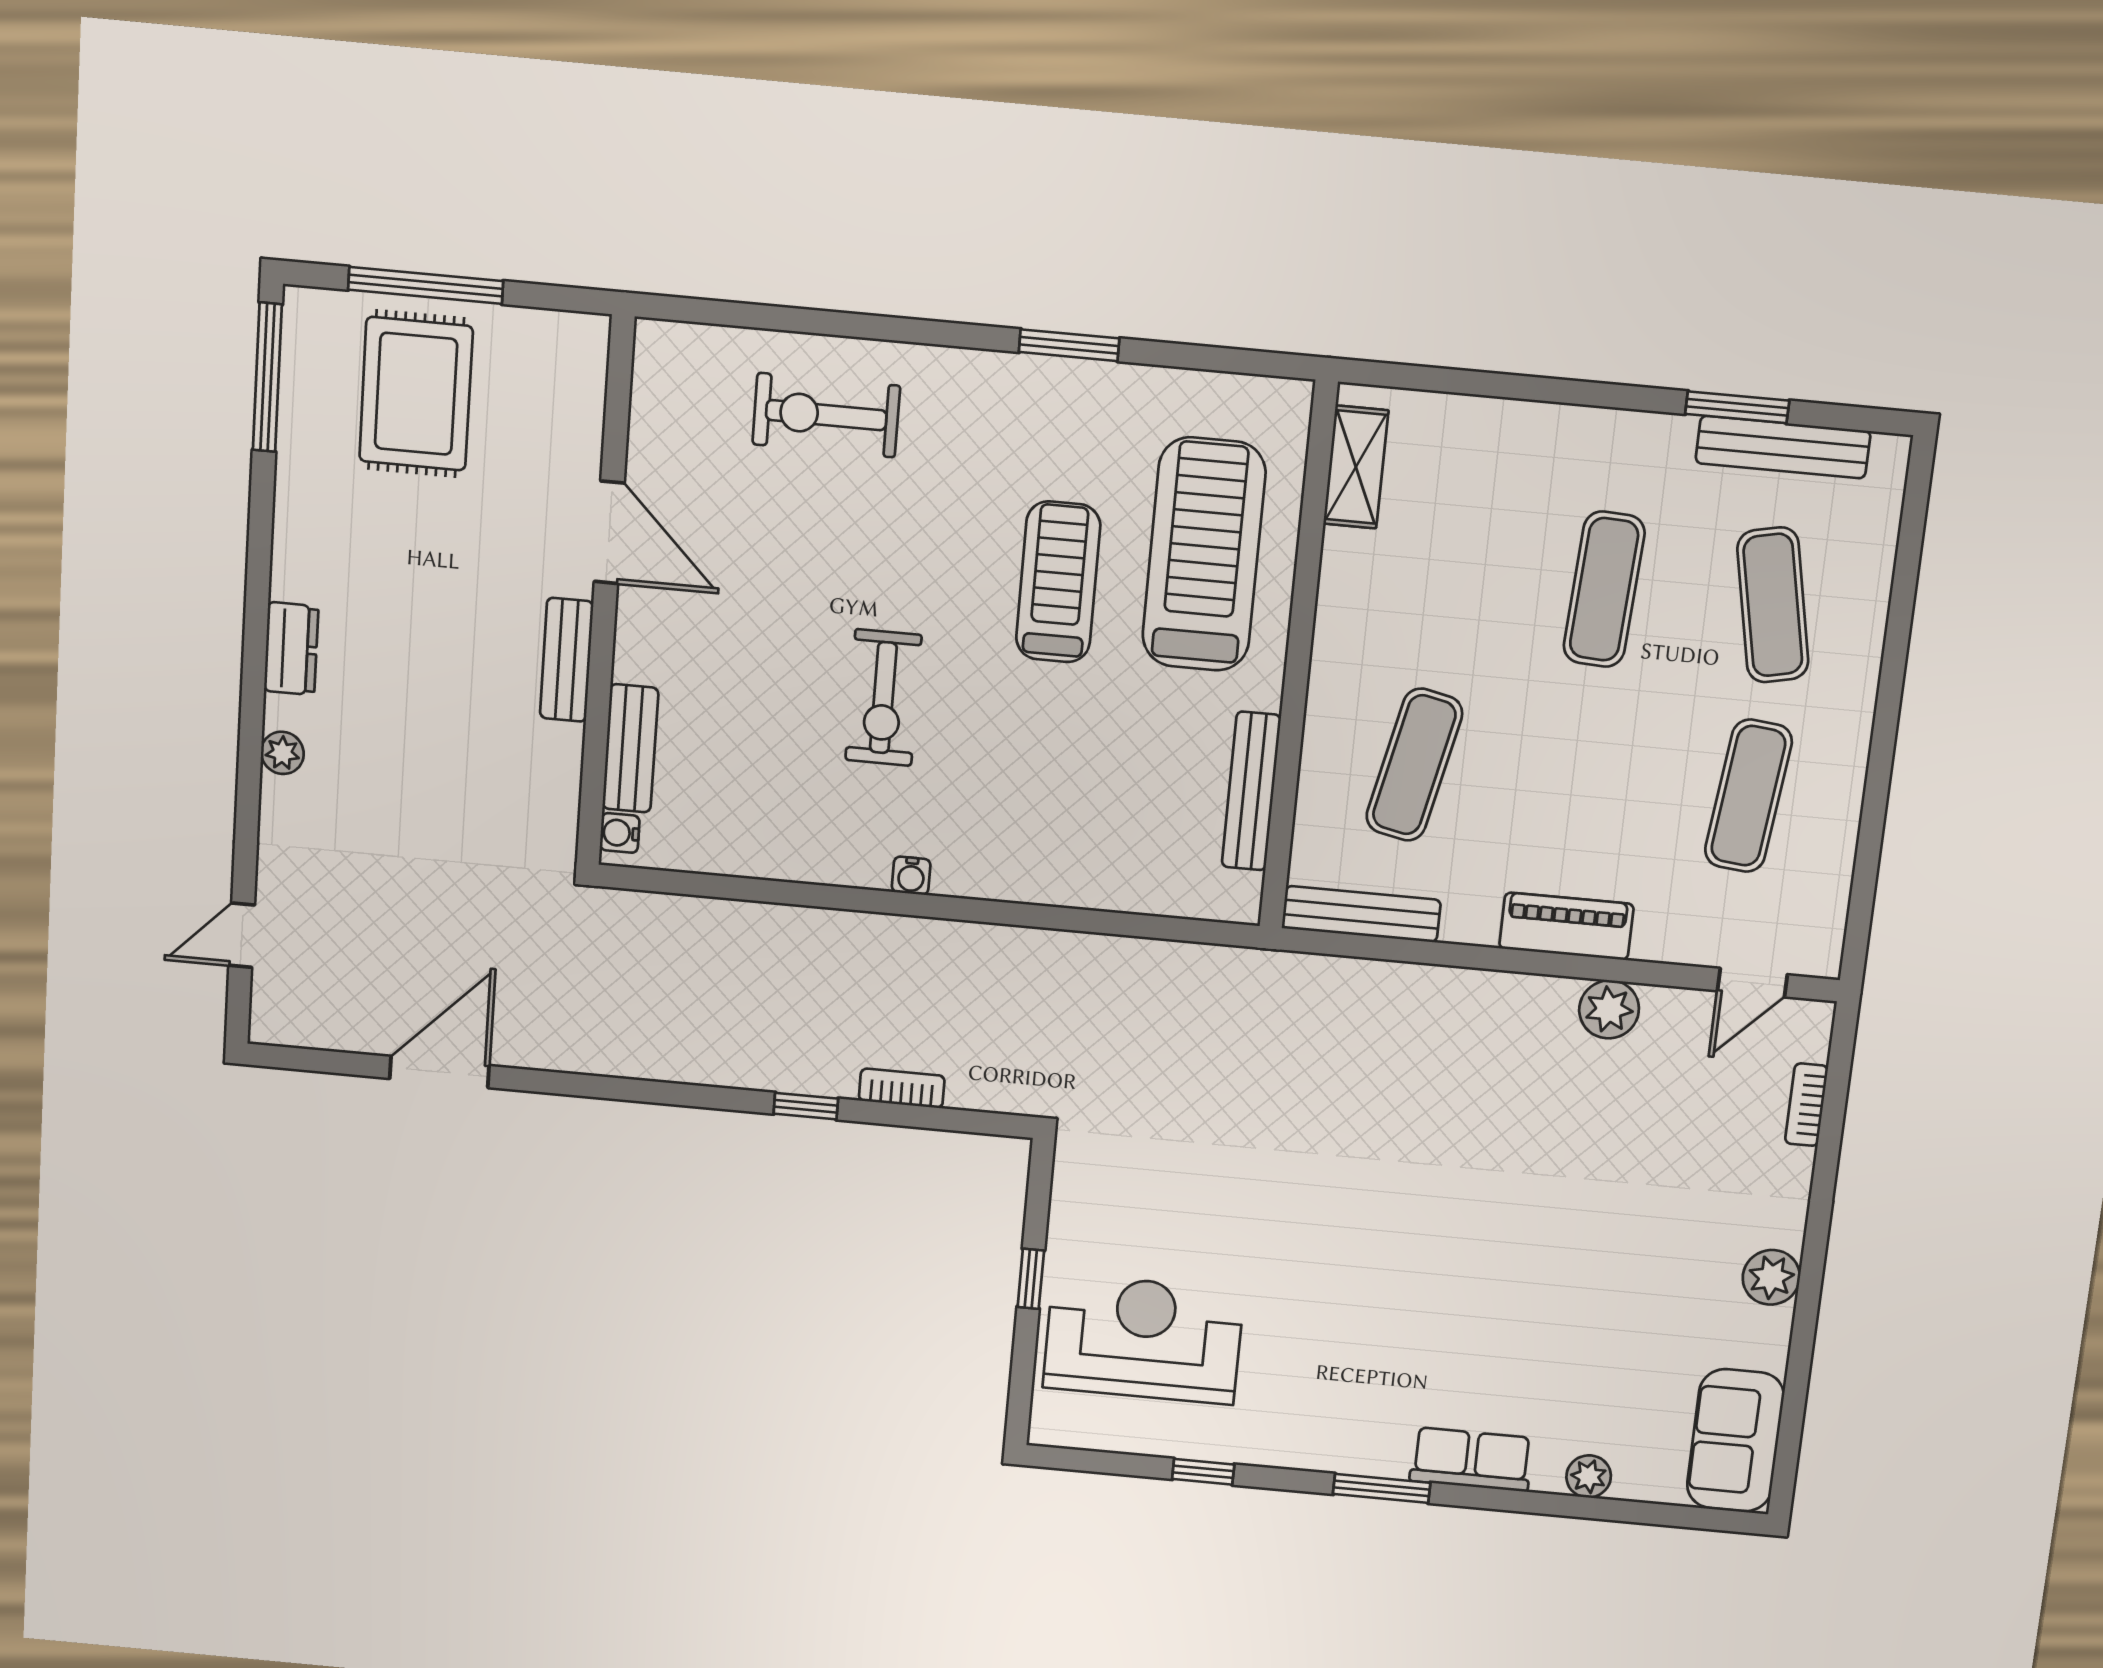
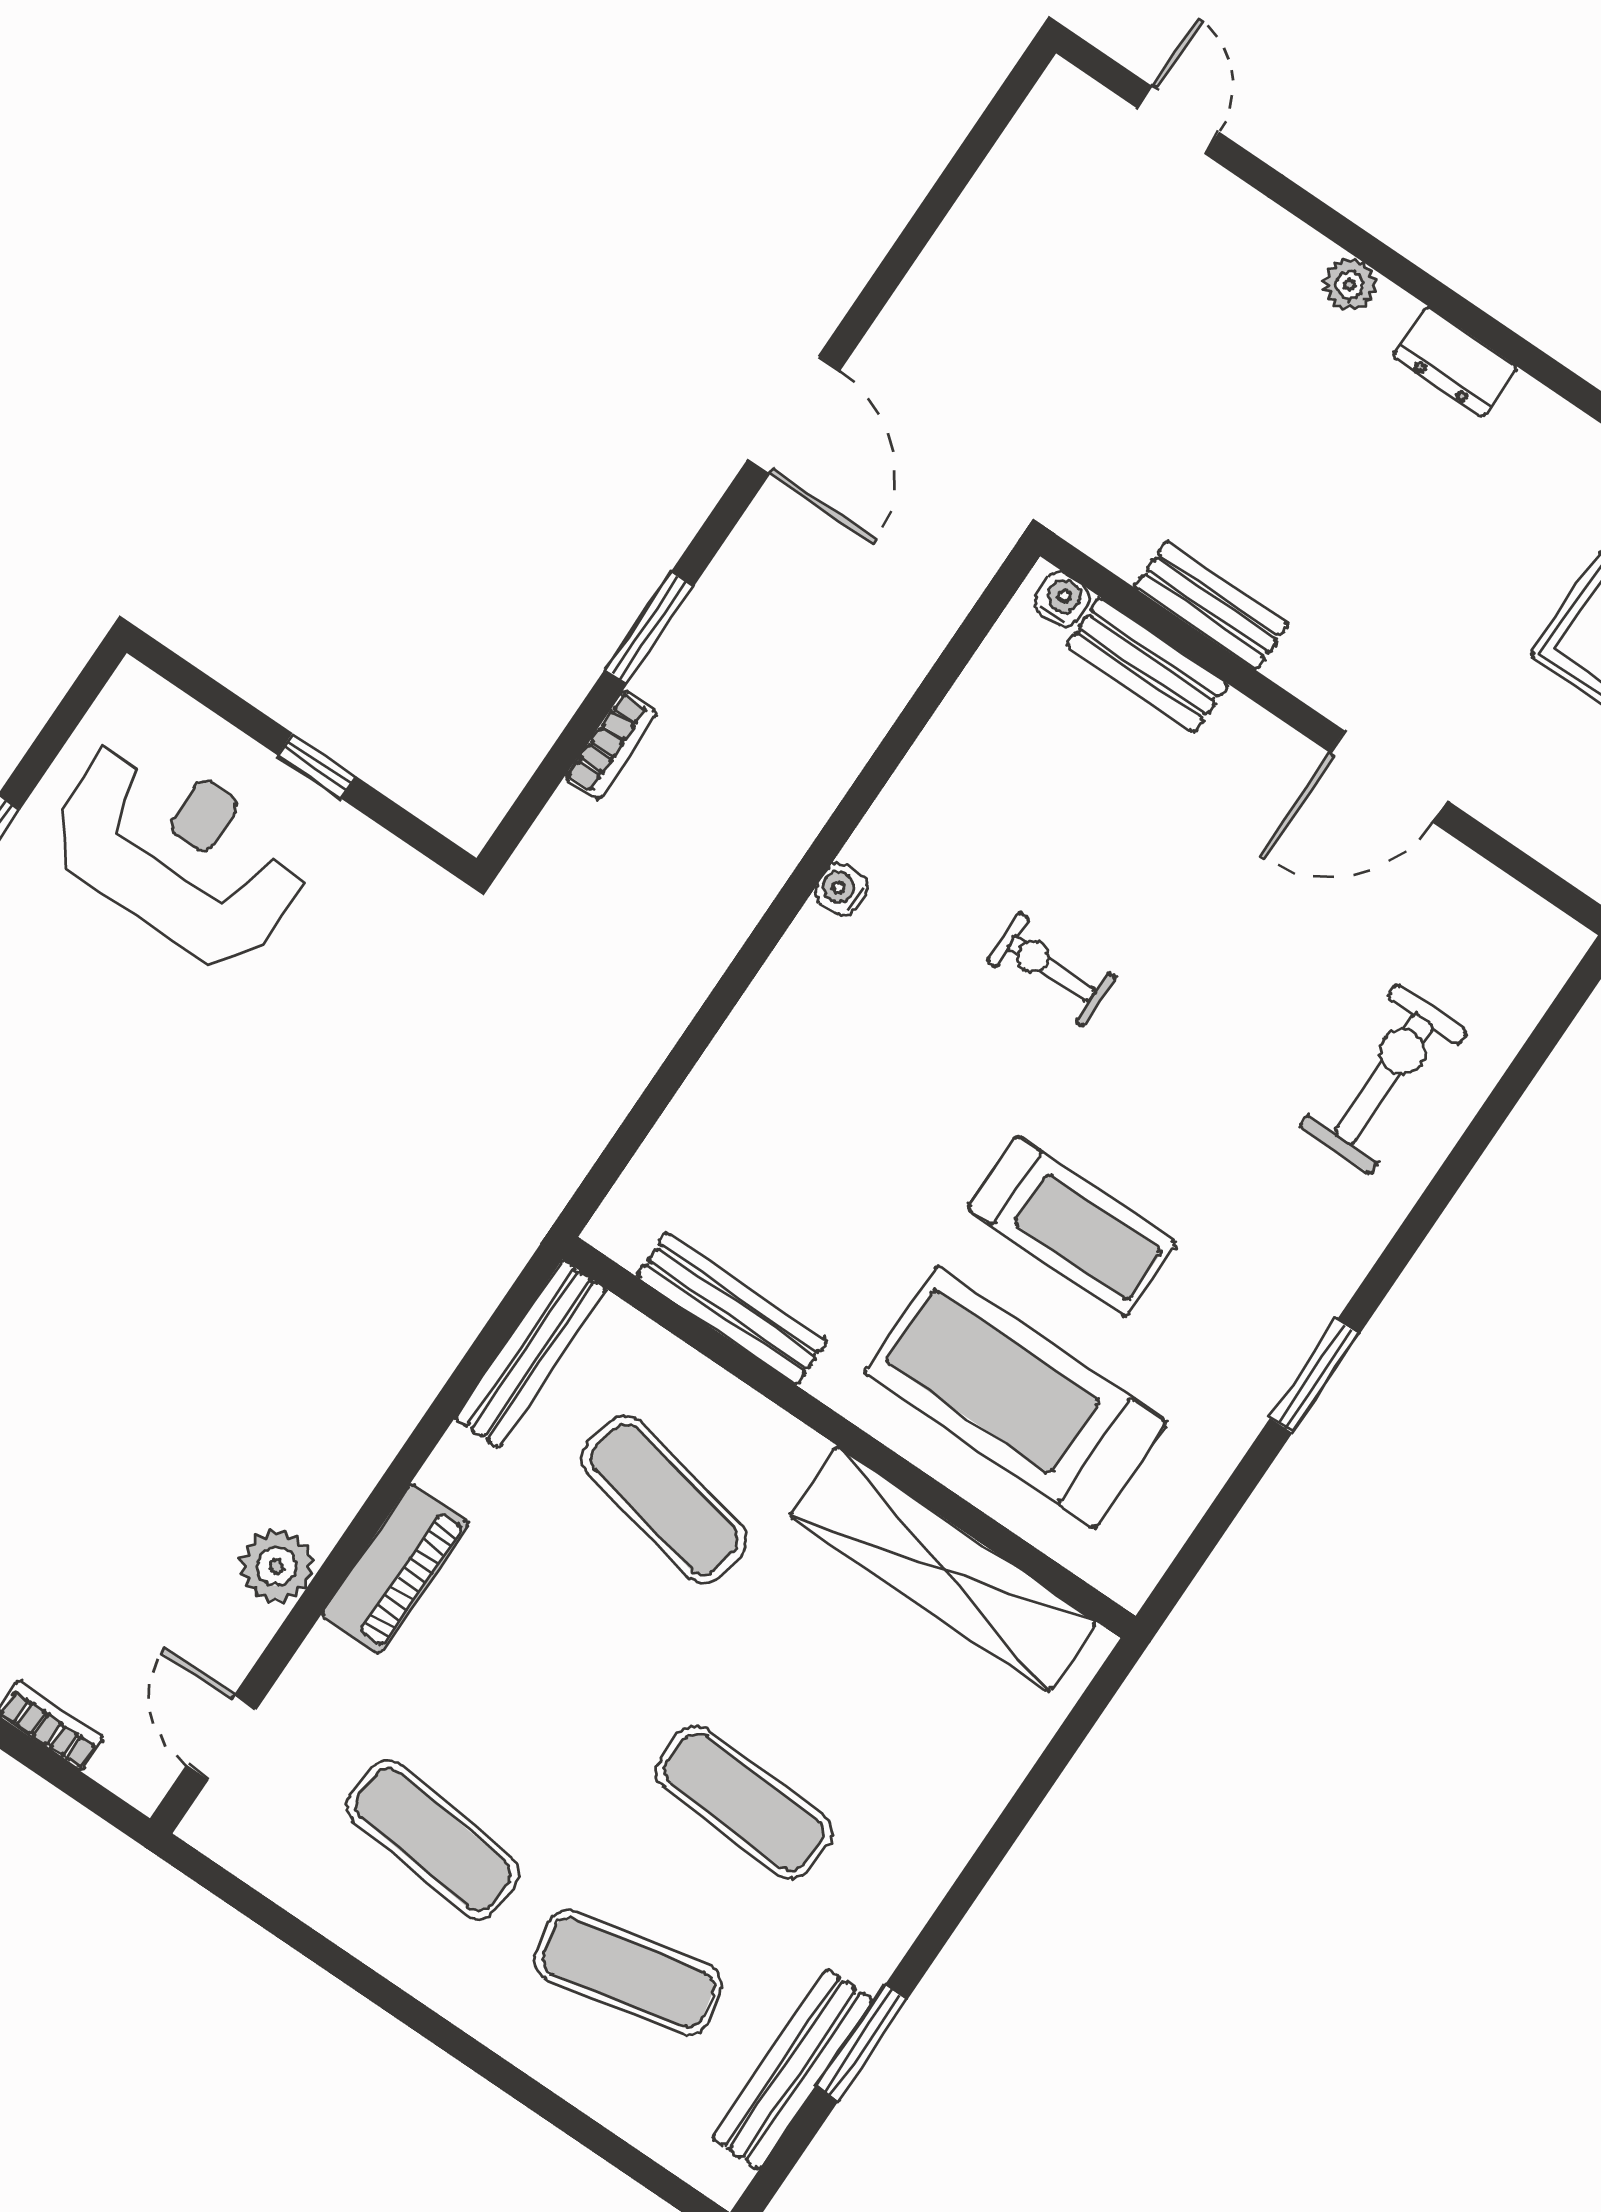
shelving: (1356, 467) -> (943, 1569), width x2.20, depth x1.33
treadmill: (1204, 554) -> (1016, 1397), turned 180
bench: (567, 660) -> (1211, 605), moved
exercise bike: (883, 698) -> (1051, 969), width x0.73, depth x0.72
door: (439, 1072) -> (794, 415), moved
window: (806, 1106) -> (649, 628), width x1.50
reception desk: (1143, 1339) -> (179, 852), turned -90

